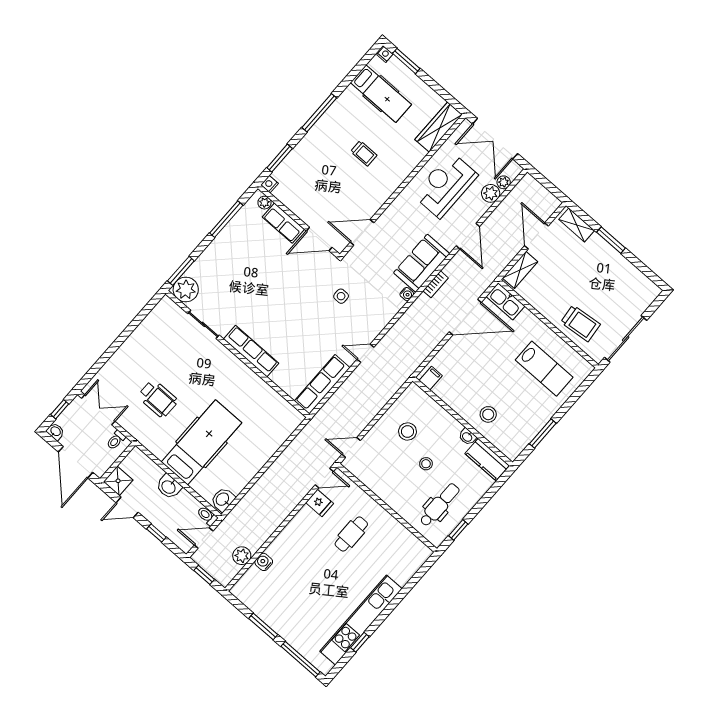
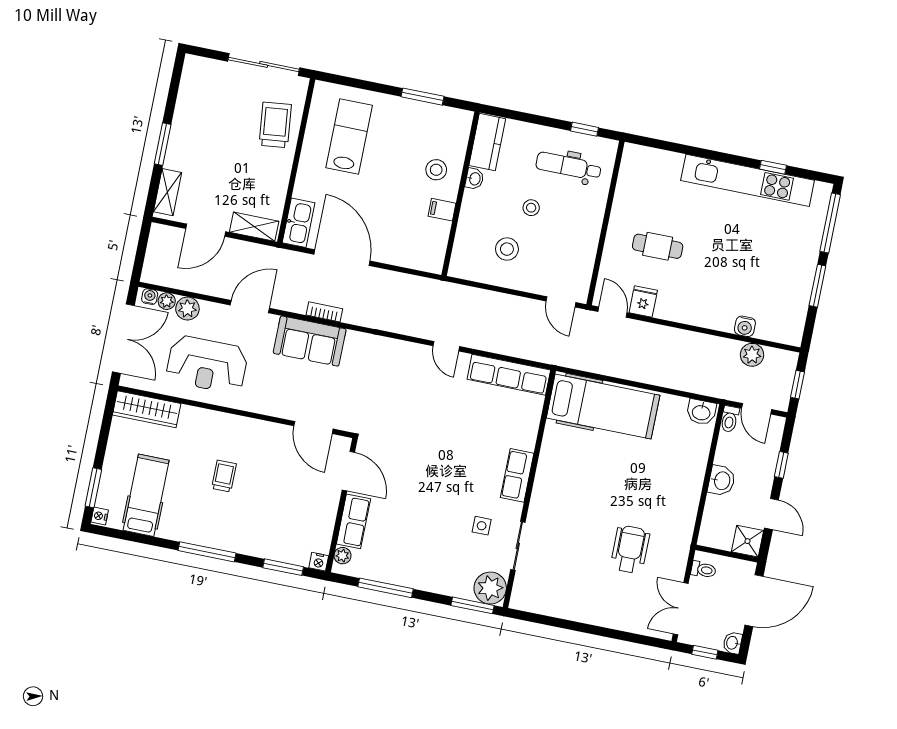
water cooler: (407, 294) -> (150, 297), moved
side table: (341, 296) -> (482, 526), moved
row of seats: (251, 351) -> (517, 475), width x0.68
filing cabinet: (431, 378) -> (442, 210), moved
hospital bed: (201, 442) -> (603, 407), moved, turned 180

